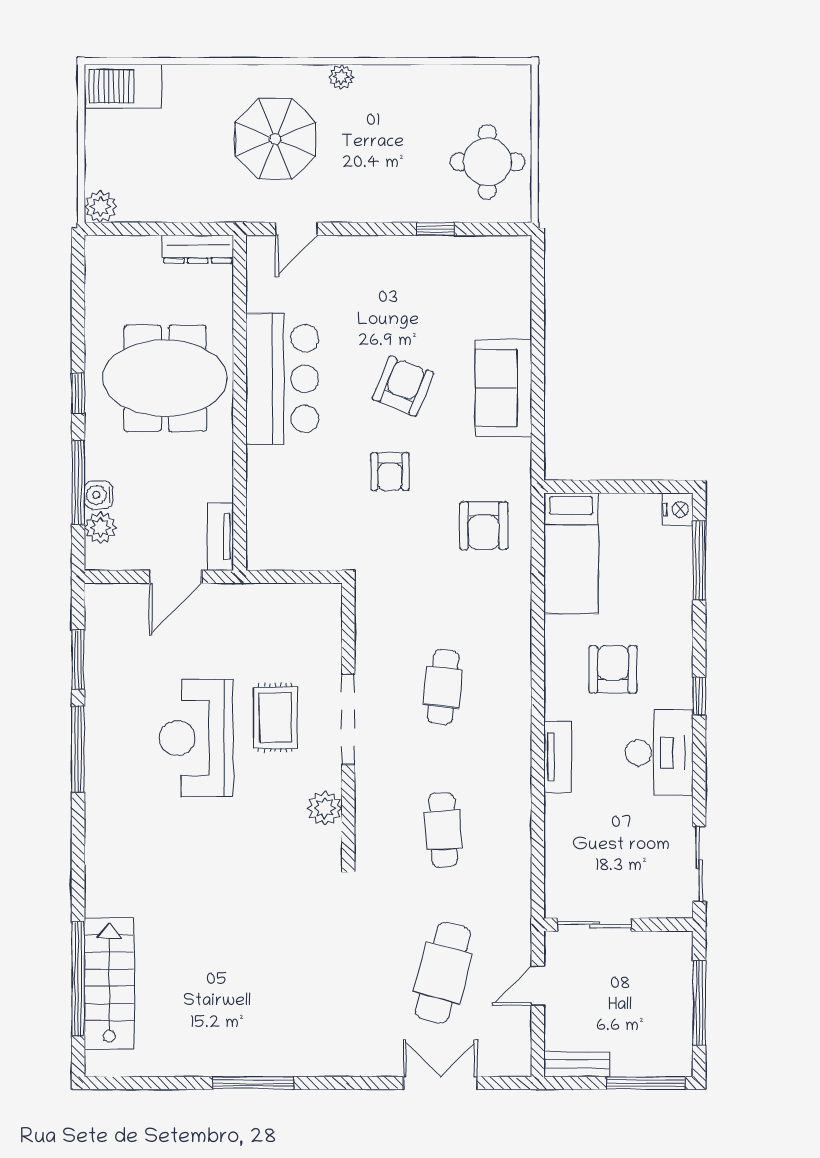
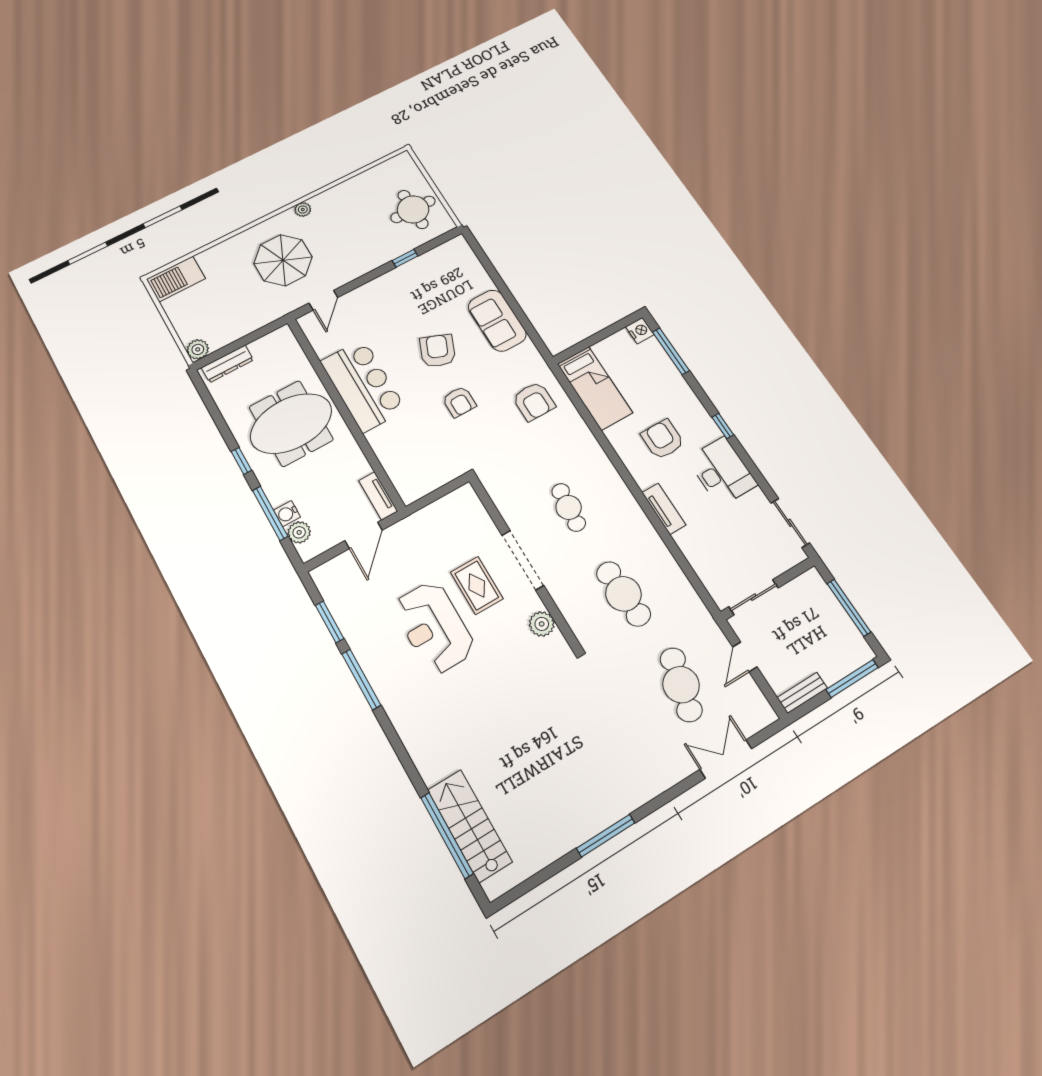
dresser: (198, 249) -> (227, 364), moved
cafe table: (443, 830) -> (623, 594), width x1.37, depth x1.35

